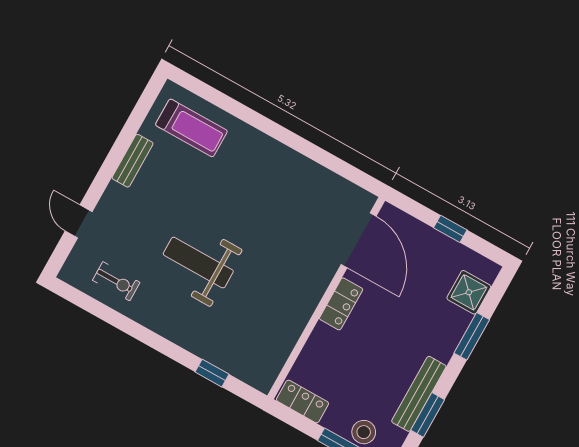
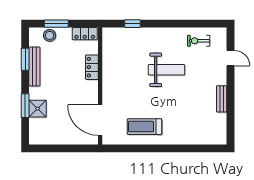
treadmill: (191, 128) -> (144, 127), moved
window: (450, 229) -> (62, 148), removed
shower: (469, 292) -> (38, 109), moved
locker: (341, 304) -> (92, 67), moved

